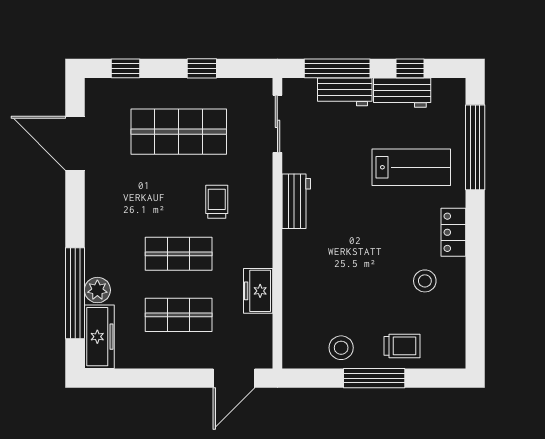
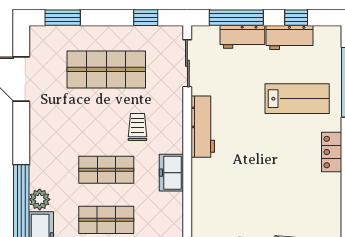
window: (126, 68) -> (63, 18), width x1.50
window: (202, 68) -> (146, 18), moved
workbench: (296, 201) -> (203, 127), width x1.38
stool: (425, 281) -> (308, 192), removed
freezer: (258, 291) -> (171, 173), moved

